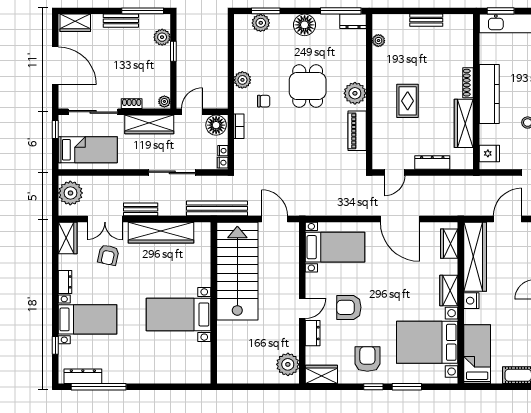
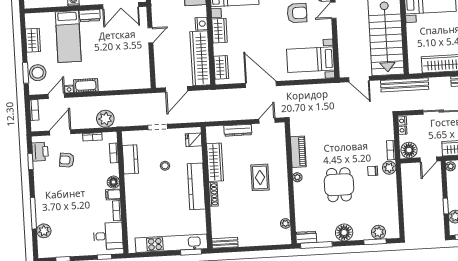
bench: (426, 20) -> (225, 243), moved
plant: (242, 80) -> (389, 168), moved
plant: (355, 93) -> (297, 177), width x0.53, depth x0.53

